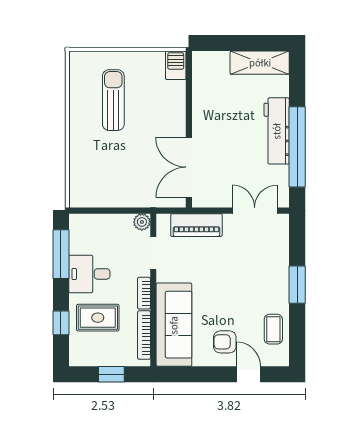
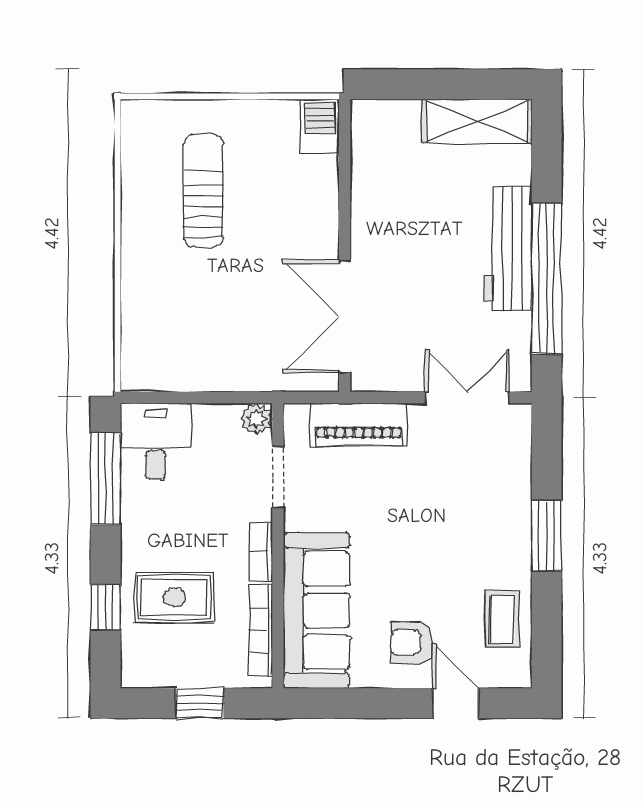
desk: (89, 274) -> (156, 441), moved, turned 90

